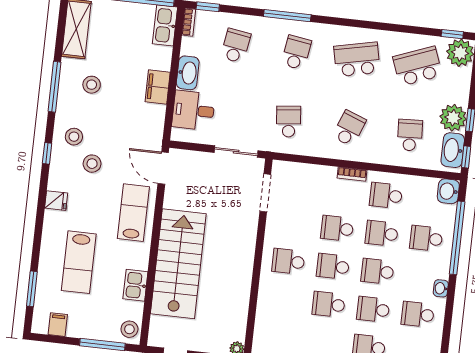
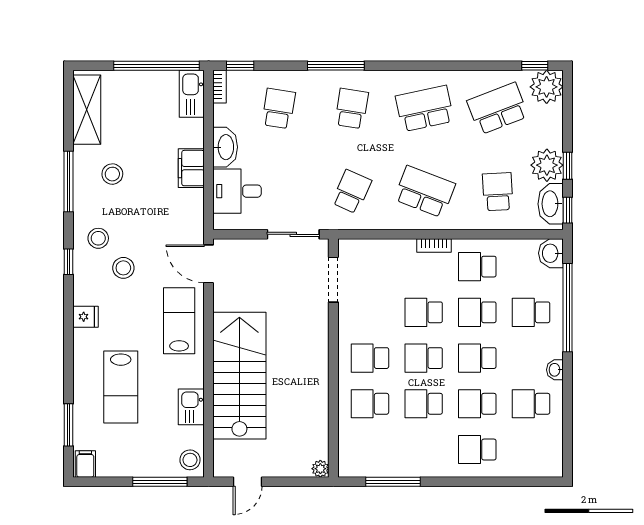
school desk: (289, 122) -> (352, 192), turned 30
school desk: (349, 128) -> (425, 192), width x1.85
school desk: (284, 299) -> (370, 404), added
filing cabinet: (58, 325) -> (85, 464), moved

